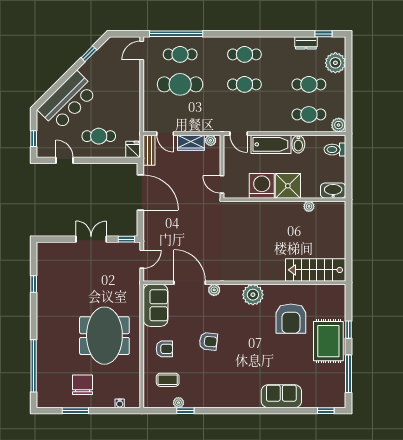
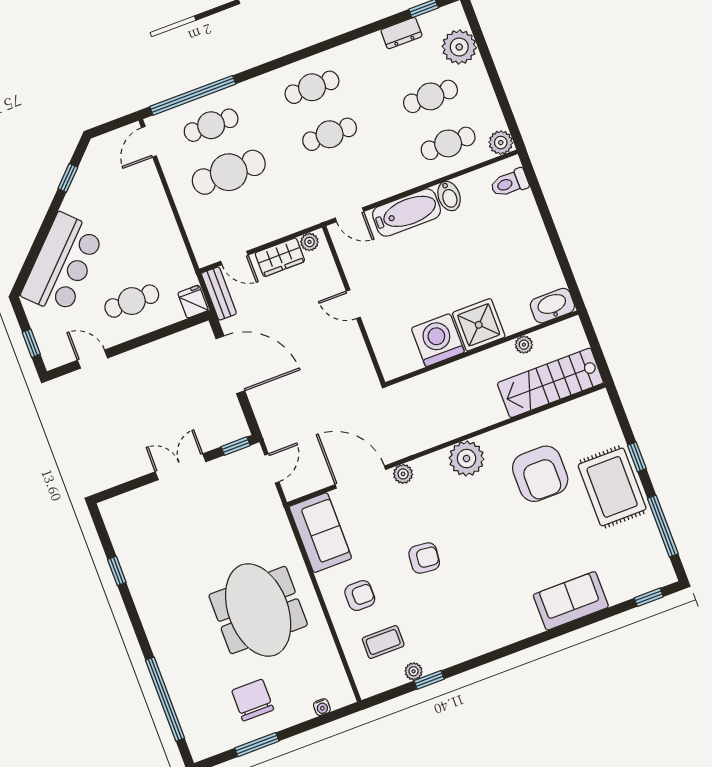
washing machine: (262, 186) -> (438, 340), moved
shower: (288, 186) -> (479, 325), moved
washbasin: (333, 191) -> (552, 306), moved
wall: (285, 200) -> (482, 348), moved
plant: (309, 206) -> (524, 345), moved

